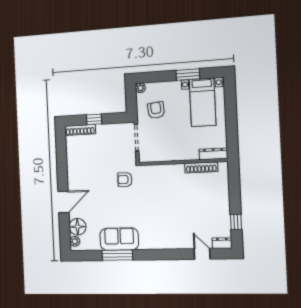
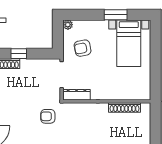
armchair: (156, 110) -> (83, 48), turned -95
dresser: (213, 154) -> (77, 95), moved

